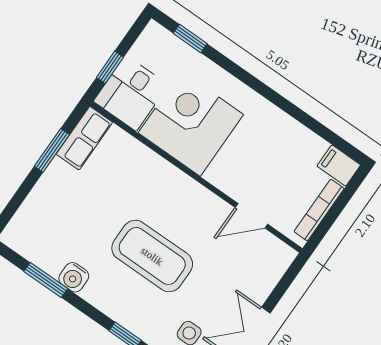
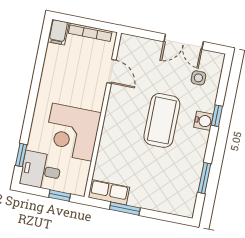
desk: (131, 93) -> (41, 170), moved, turned 180
water cooler: (74, 277) -> (204, 121), moved

